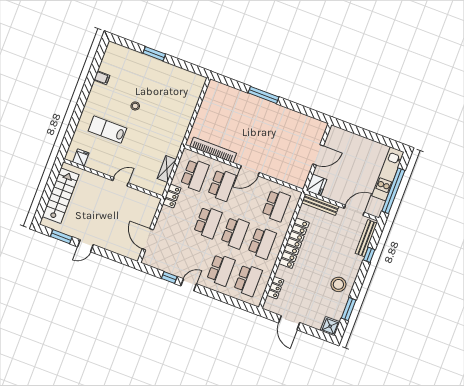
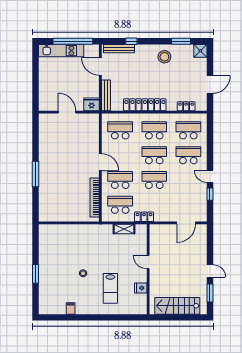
fridge: (81, 157) -> (141, 288), moved

